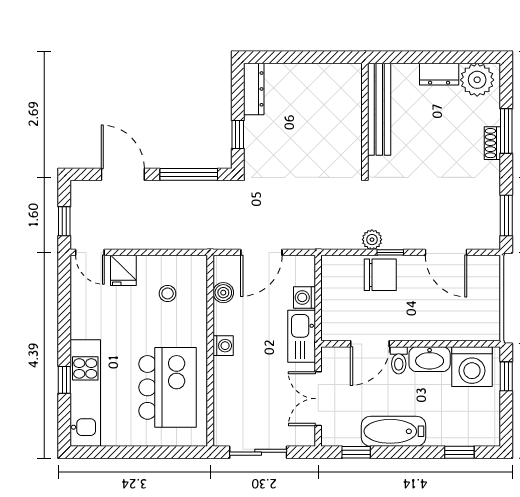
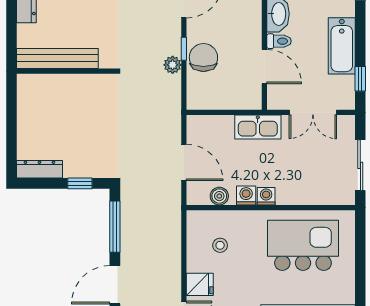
washing machine: (304, 297) -> (246, 196), moved, turned 180

